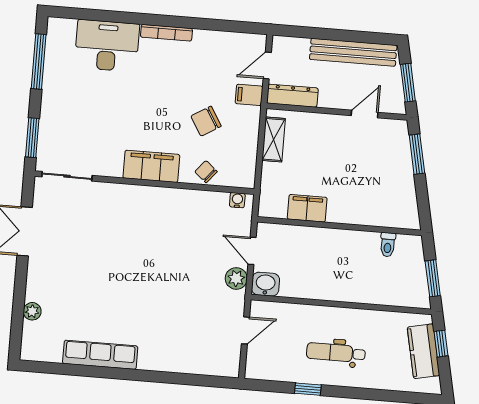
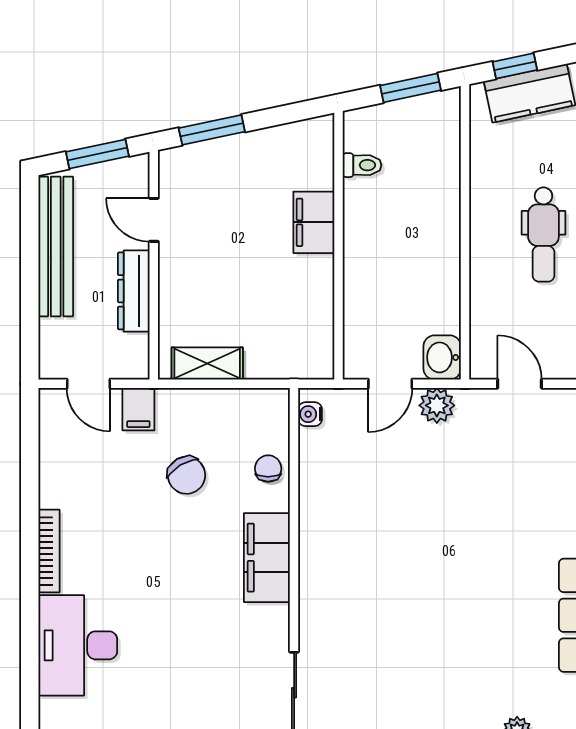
dresser: (292, 96) -> (134, 291), moved
chair: (206, 172) -> (268, 469), turned 140
filing cabinet: (307, 208) -> (314, 222), moved

